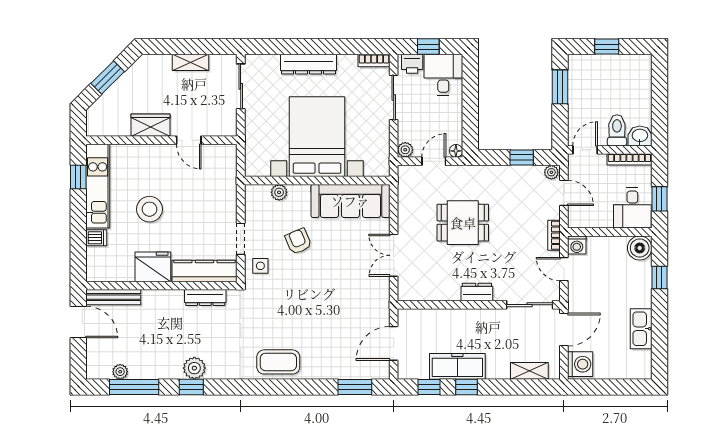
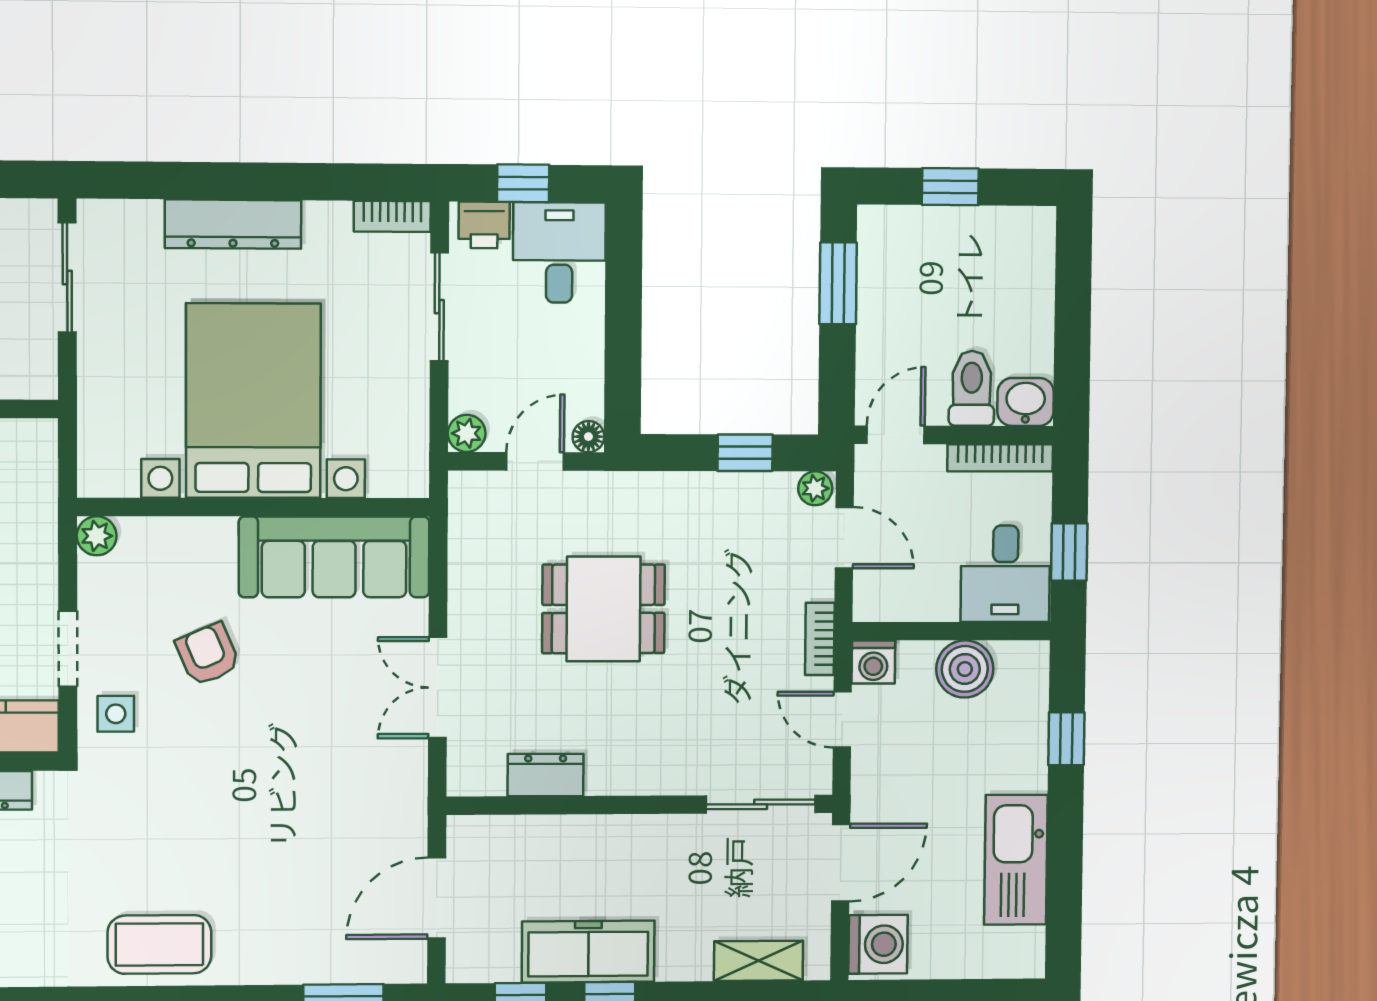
plant: (279, 192) -> (97, 536), moved
boiler: (640, 248) -> (965, 669), moved
dresser: (477, 292) -> (546, 775), moved
kitchen sink: (641, 329) -> (1016, 860), width x1.36, depth x1.24

